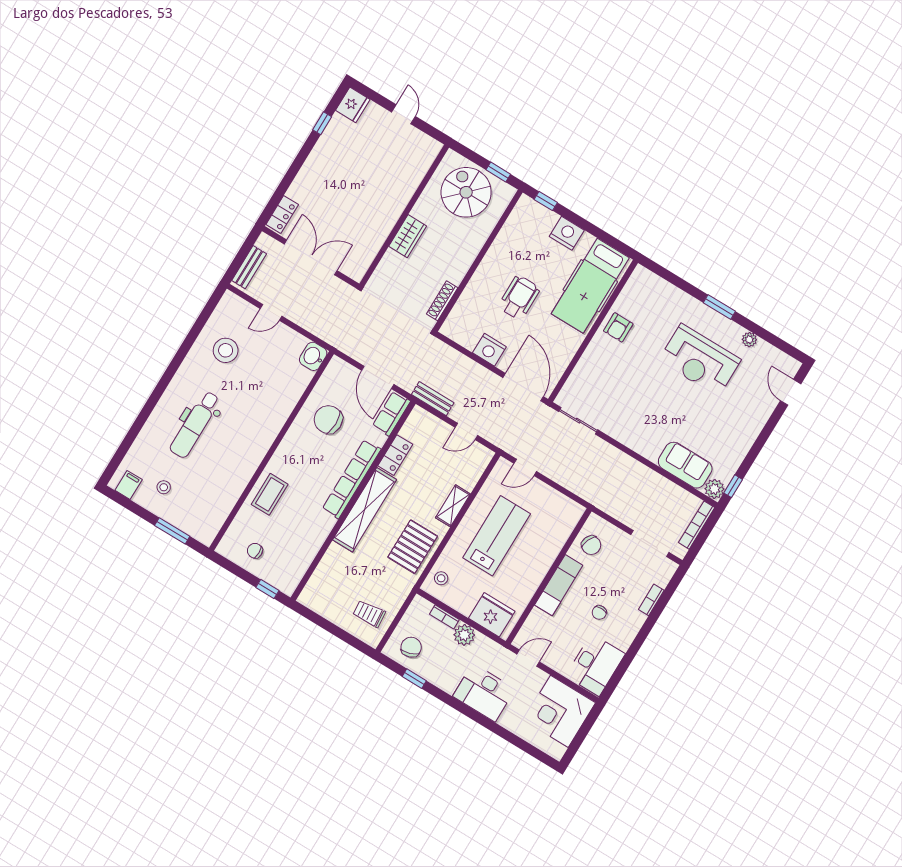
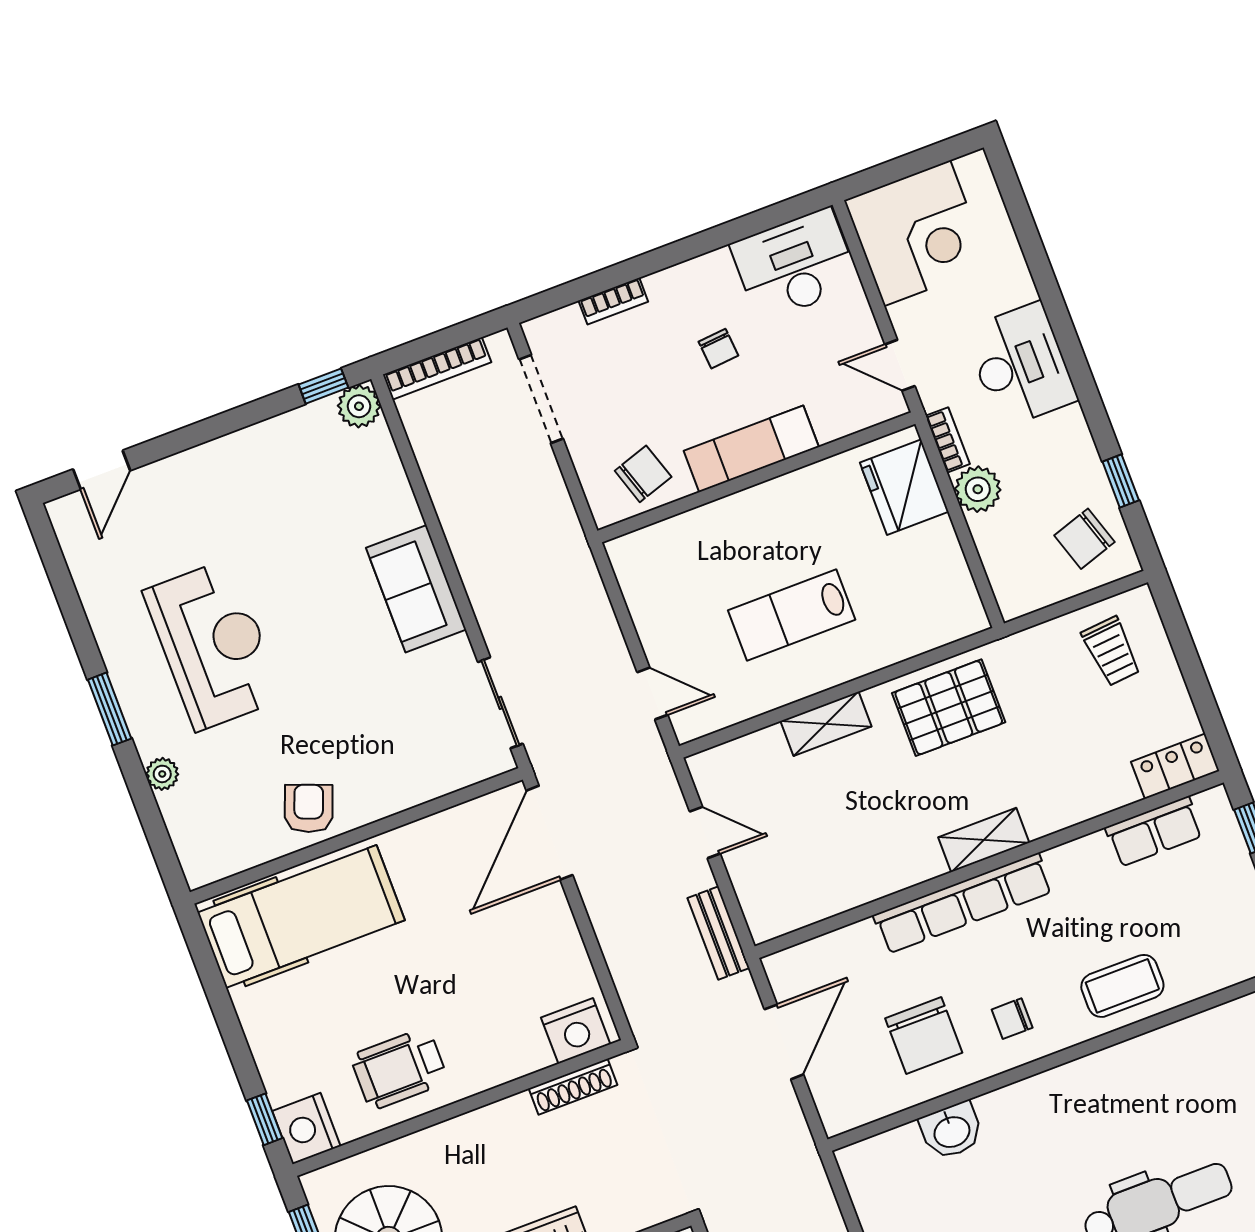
nightstand: (567, 233) -> (306, 1129), moved
wheelchair: (519, 298) -> (399, 1069), moved
armchair: (618, 327) -> (309, 808), turned -69
plant: (749, 340) -> (162, 774), moved
nightstand: (489, 350) -> (576, 1031), moved, turned 90
washbasin: (313, 356) -> (951, 1131), moved
row of seats: (391, 414) -> (1154, 832), moved
locker: (395, 455) -> (1175, 766), moved
sofa: (685, 465) -> (416, 589), moved
shelving: (365, 510) -> (984, 840), width x0.45, depth x0.75
lab bench: (497, 536) -> (792, 615), width x0.73, depth x0.72
chair: (591, 545) -> (643, 474), turned 49
chair: (255, 551) -> (1012, 1019), moved, turned 90
stool: (441, 578) -> (942, 616), removed
chair: (599, 612) -> (718, 349), turned 85
bookcase: (444, 617) -> (948, 440), moved

